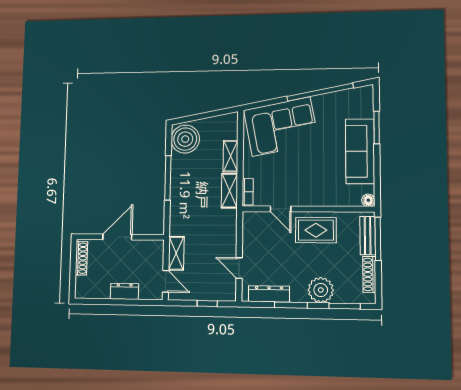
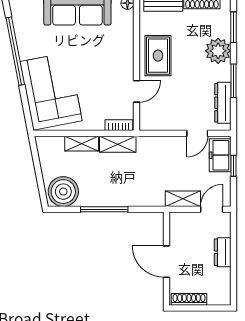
freezer: (217, 290) -> (220, 155), added

